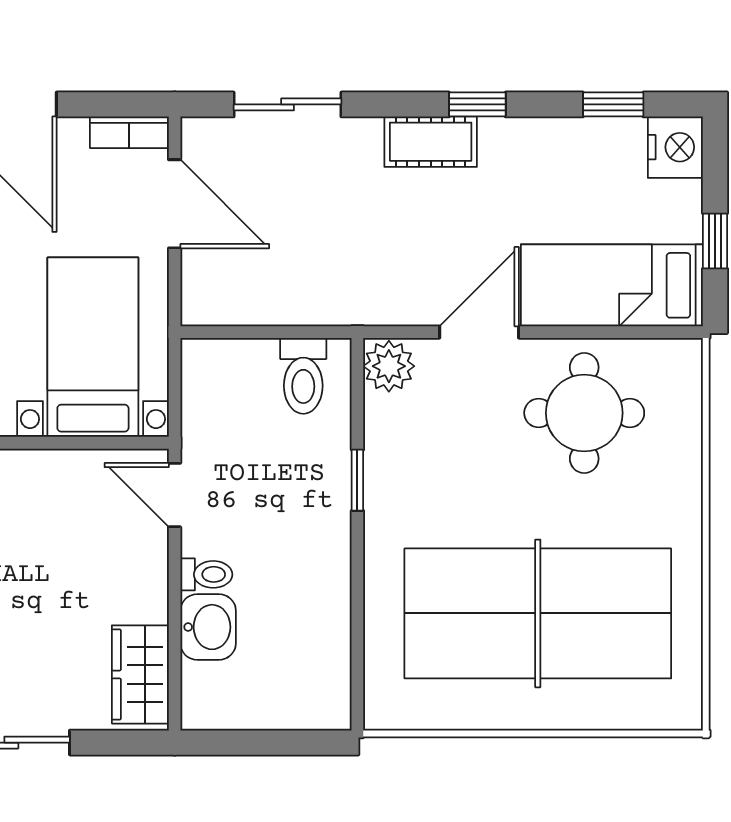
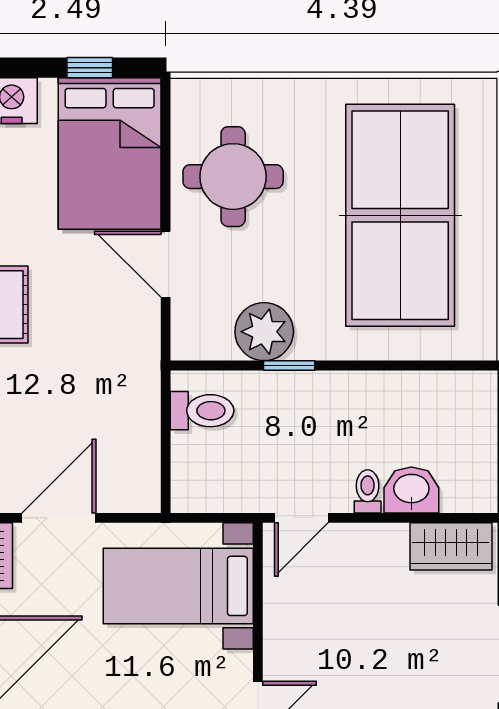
bed: (612, 285) -> (110, 154), width x1.50
plant: (389, 366) -> (264, 332), moved, width x1.36, depth x1.36

